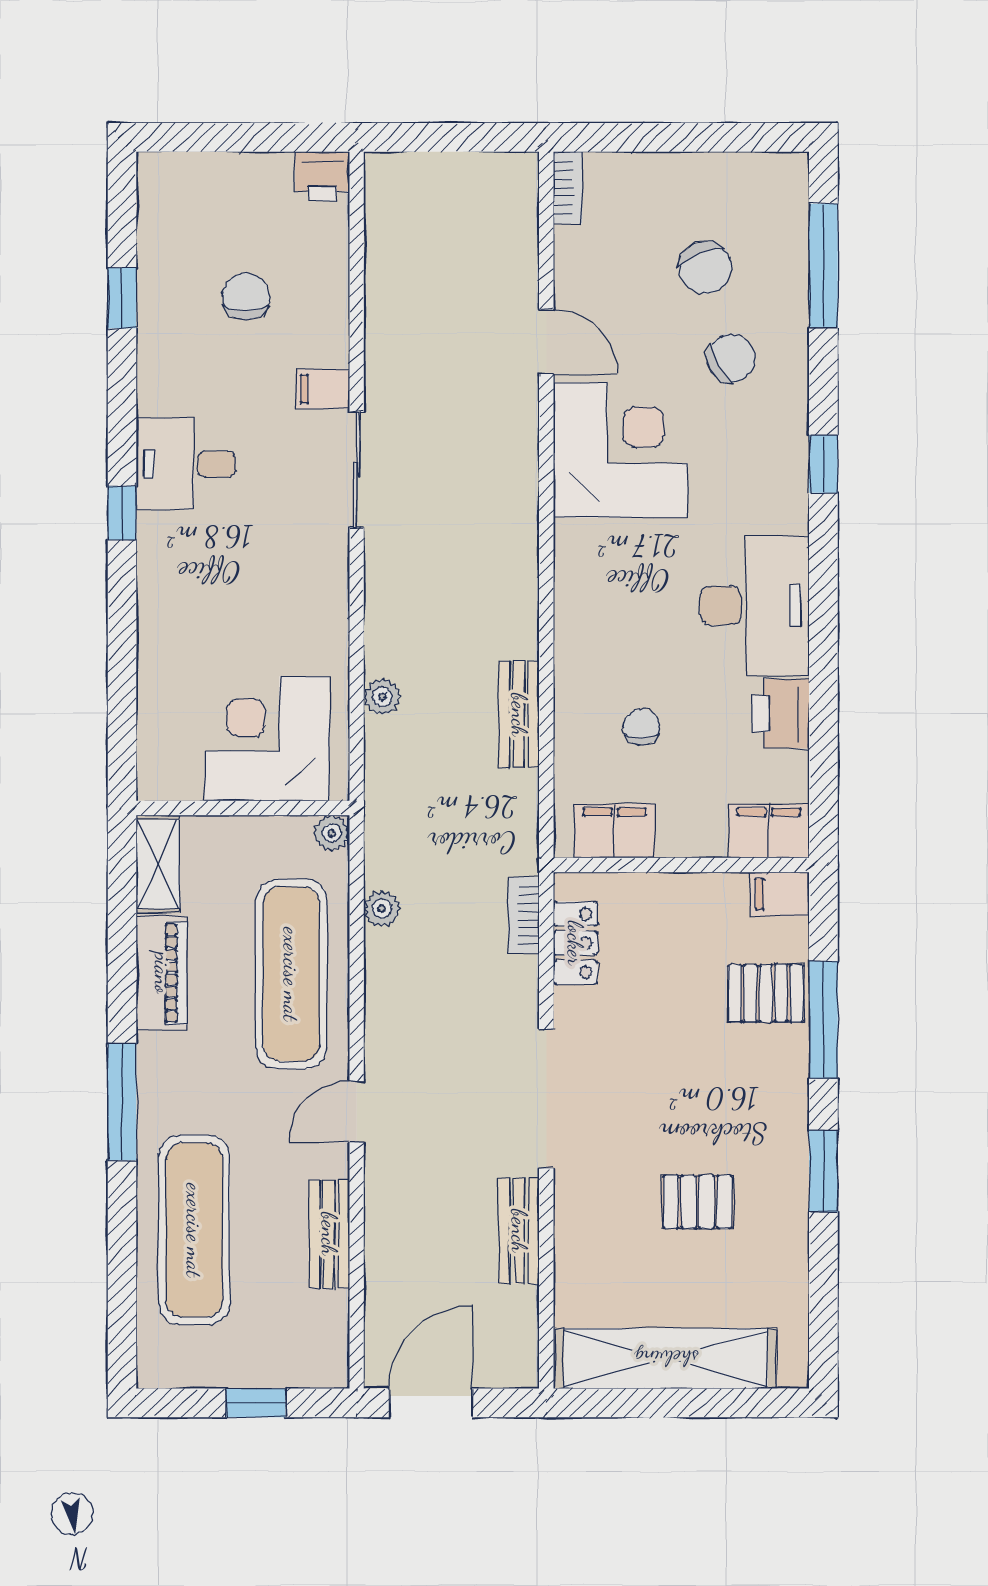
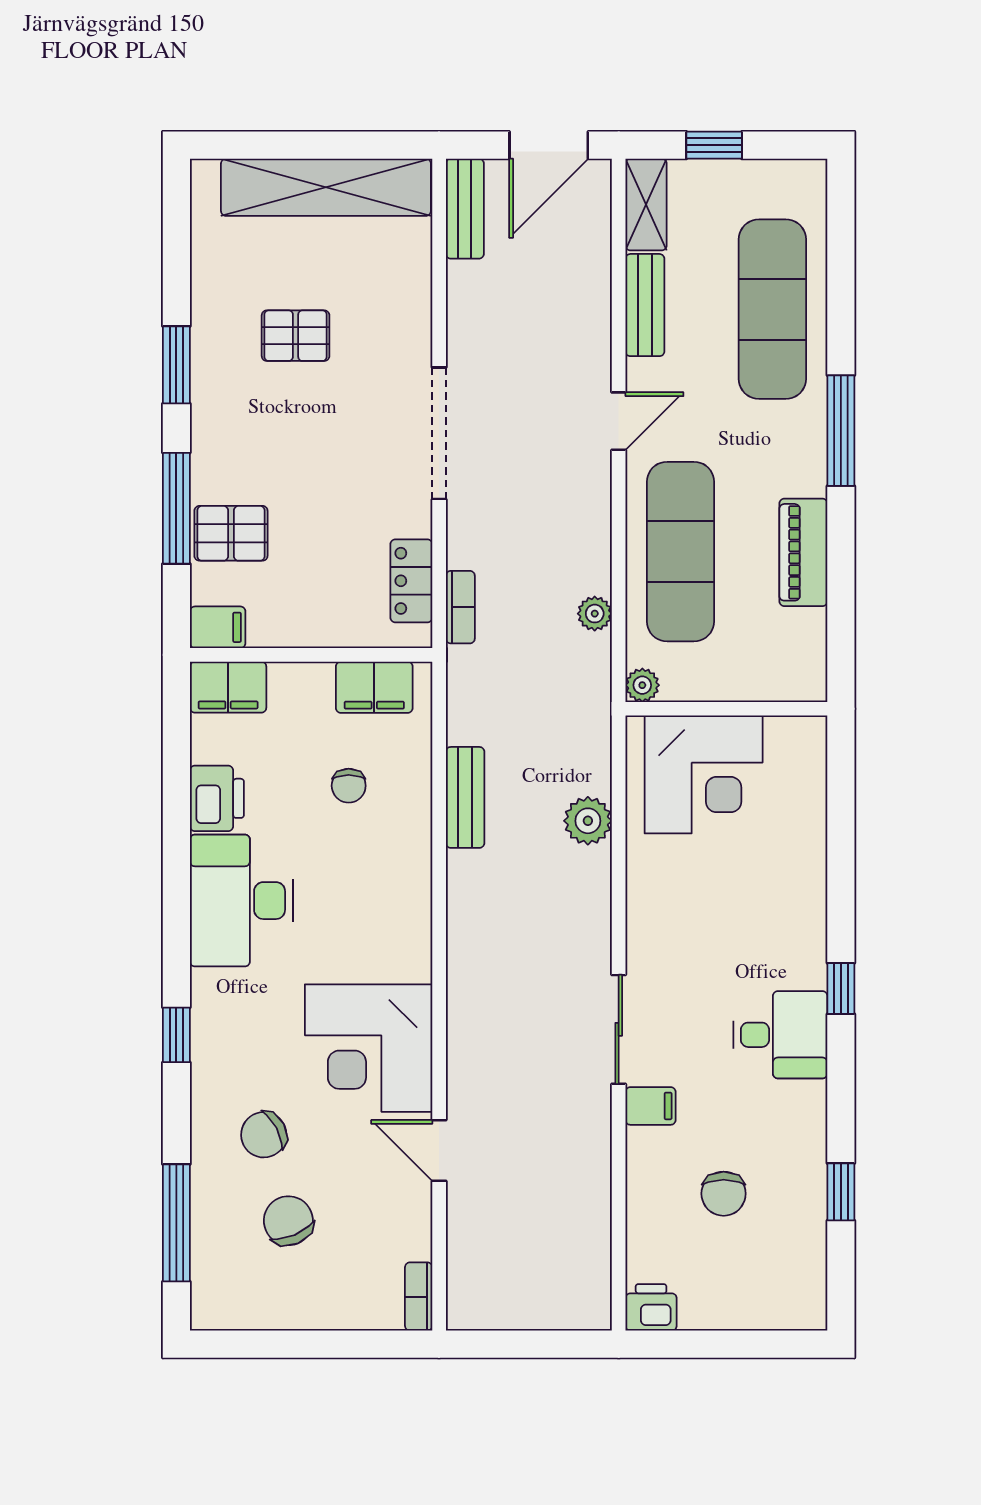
plant: (382, 697) -> (588, 821), width x1.38, depth x1.38
shelving: (158, 864) -> (646, 205), moved
bench: (519, 1231) -> (465, 209), moved

